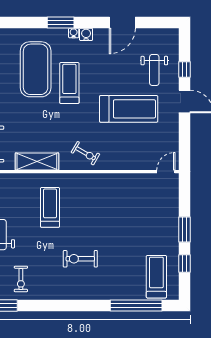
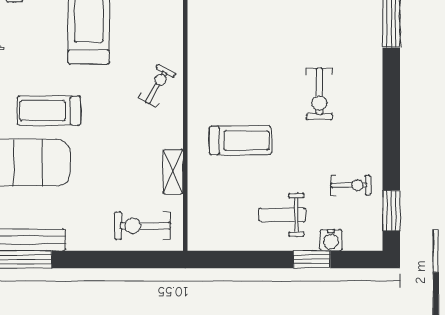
shelving: (37, 162) -> (173, 172), width x0.67, depth x0.75
treadmill: (50, 207) -> (240, 140), turned 180

